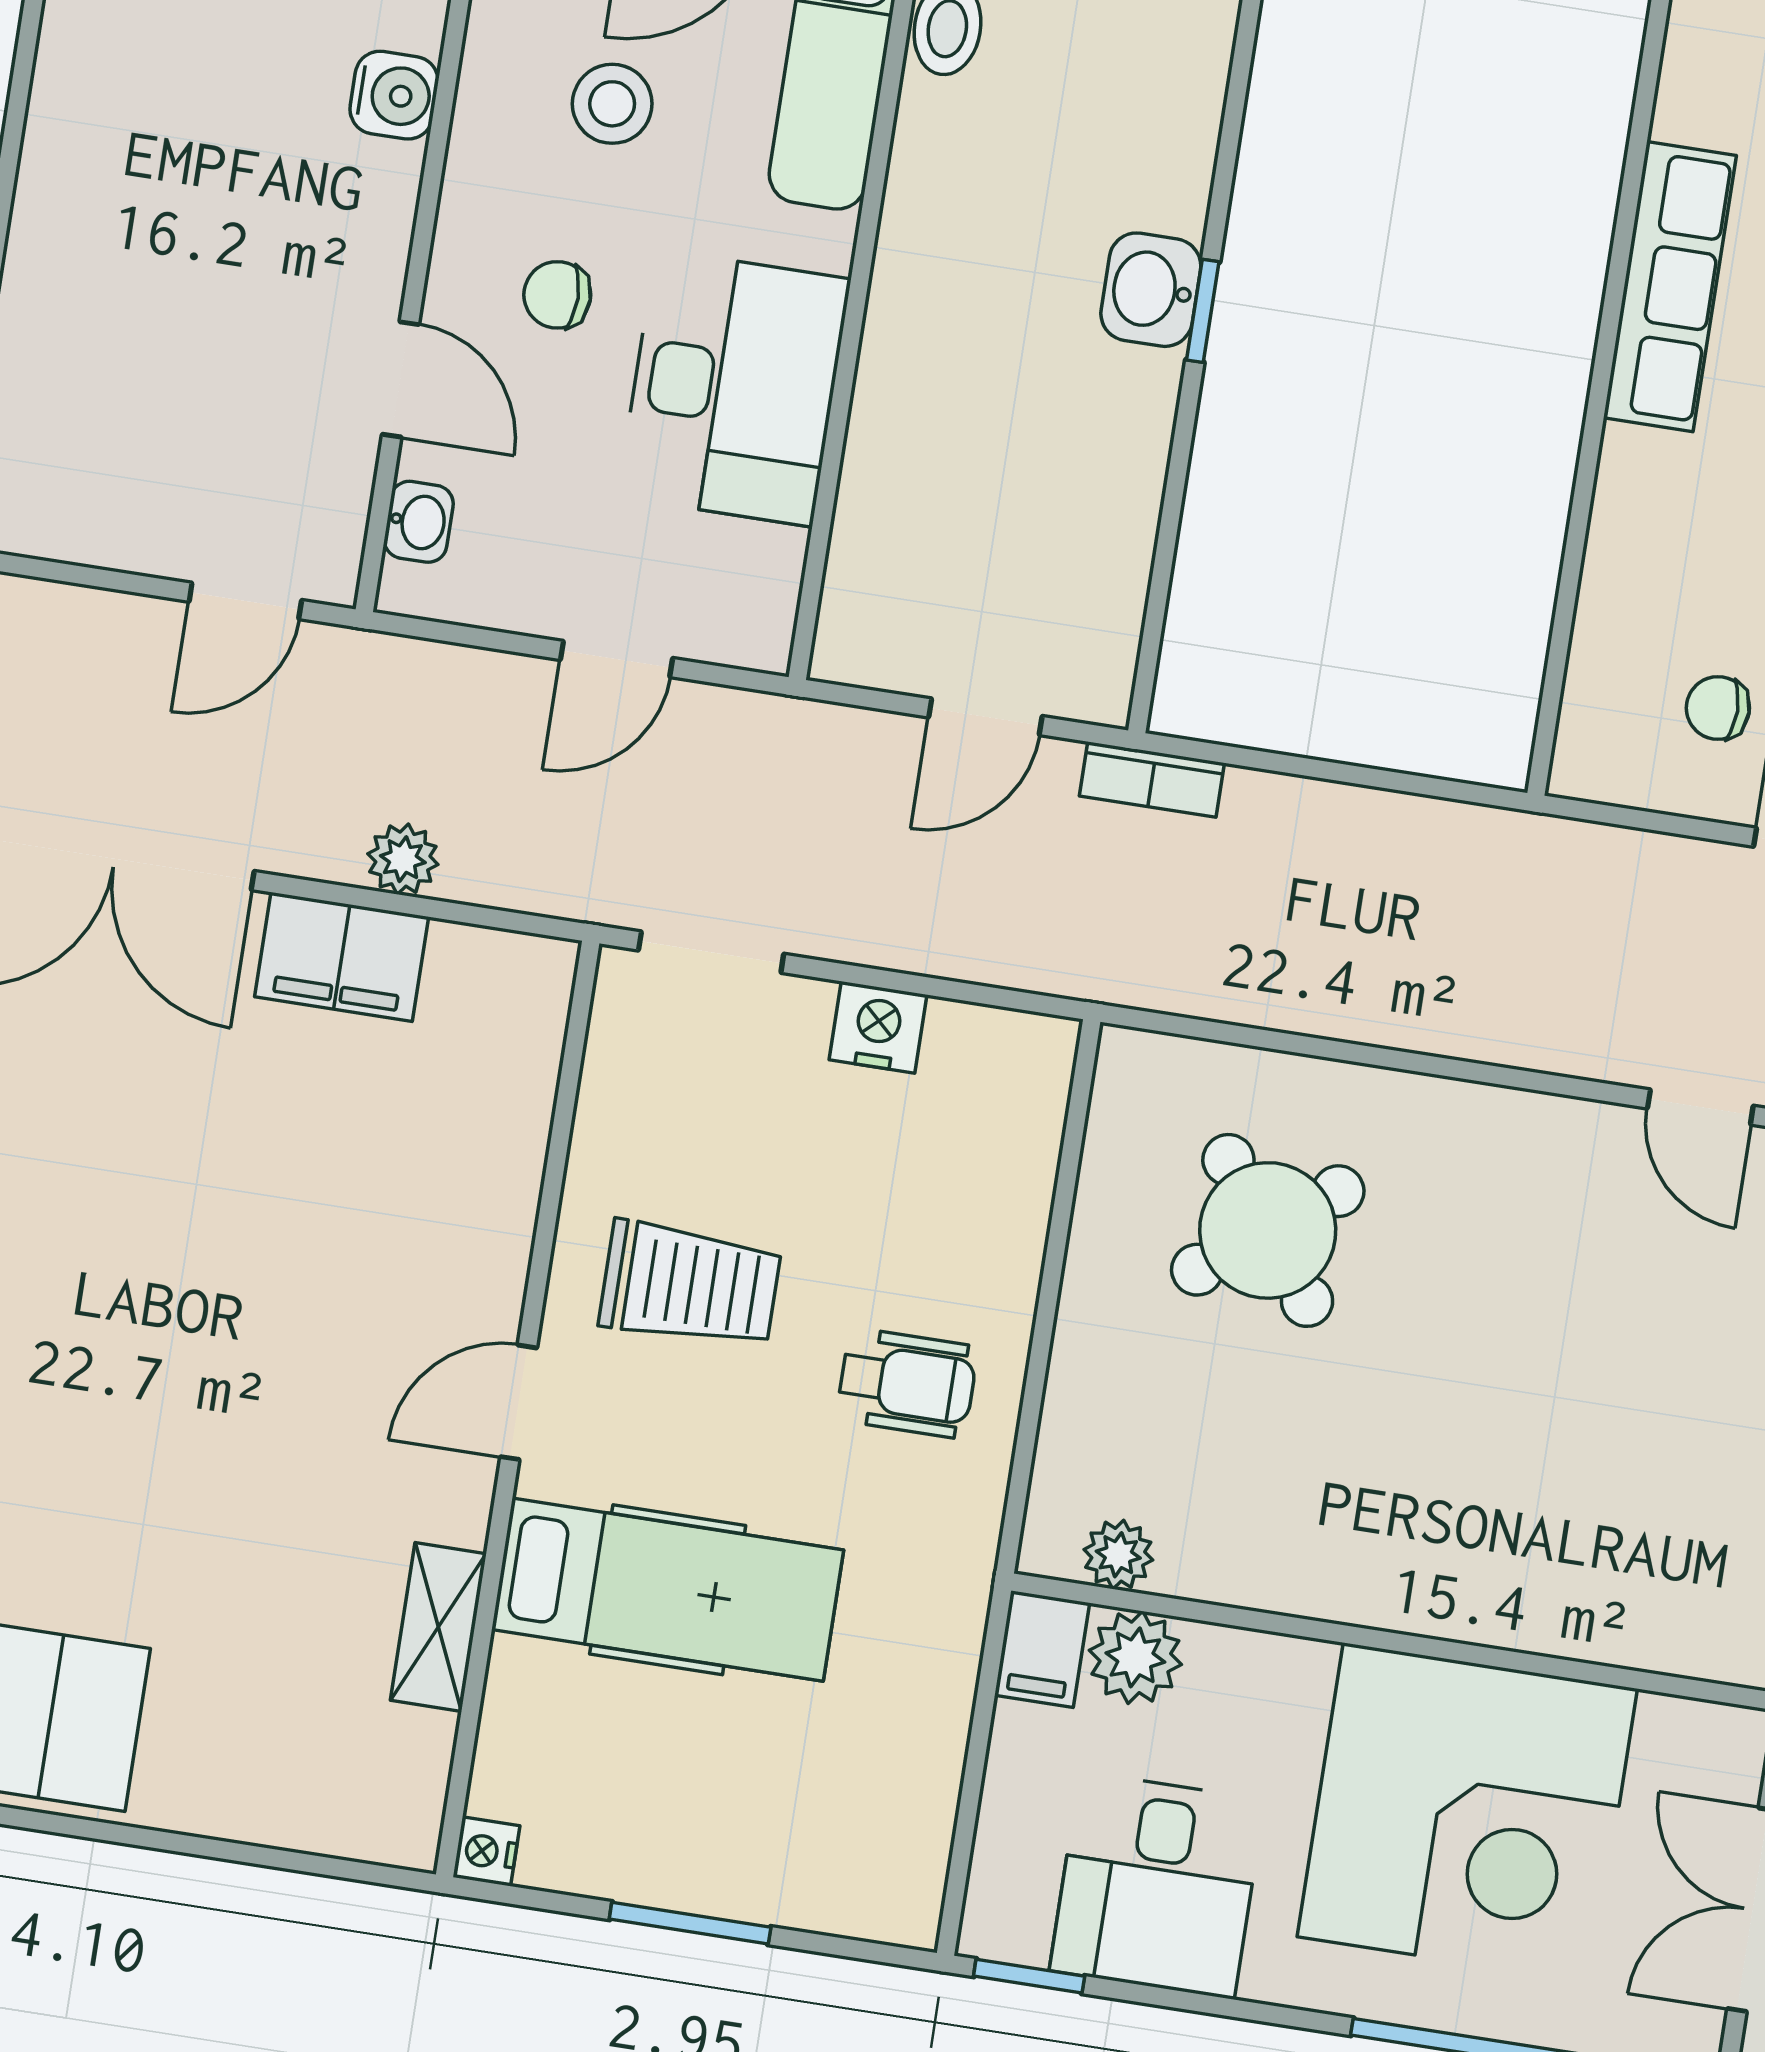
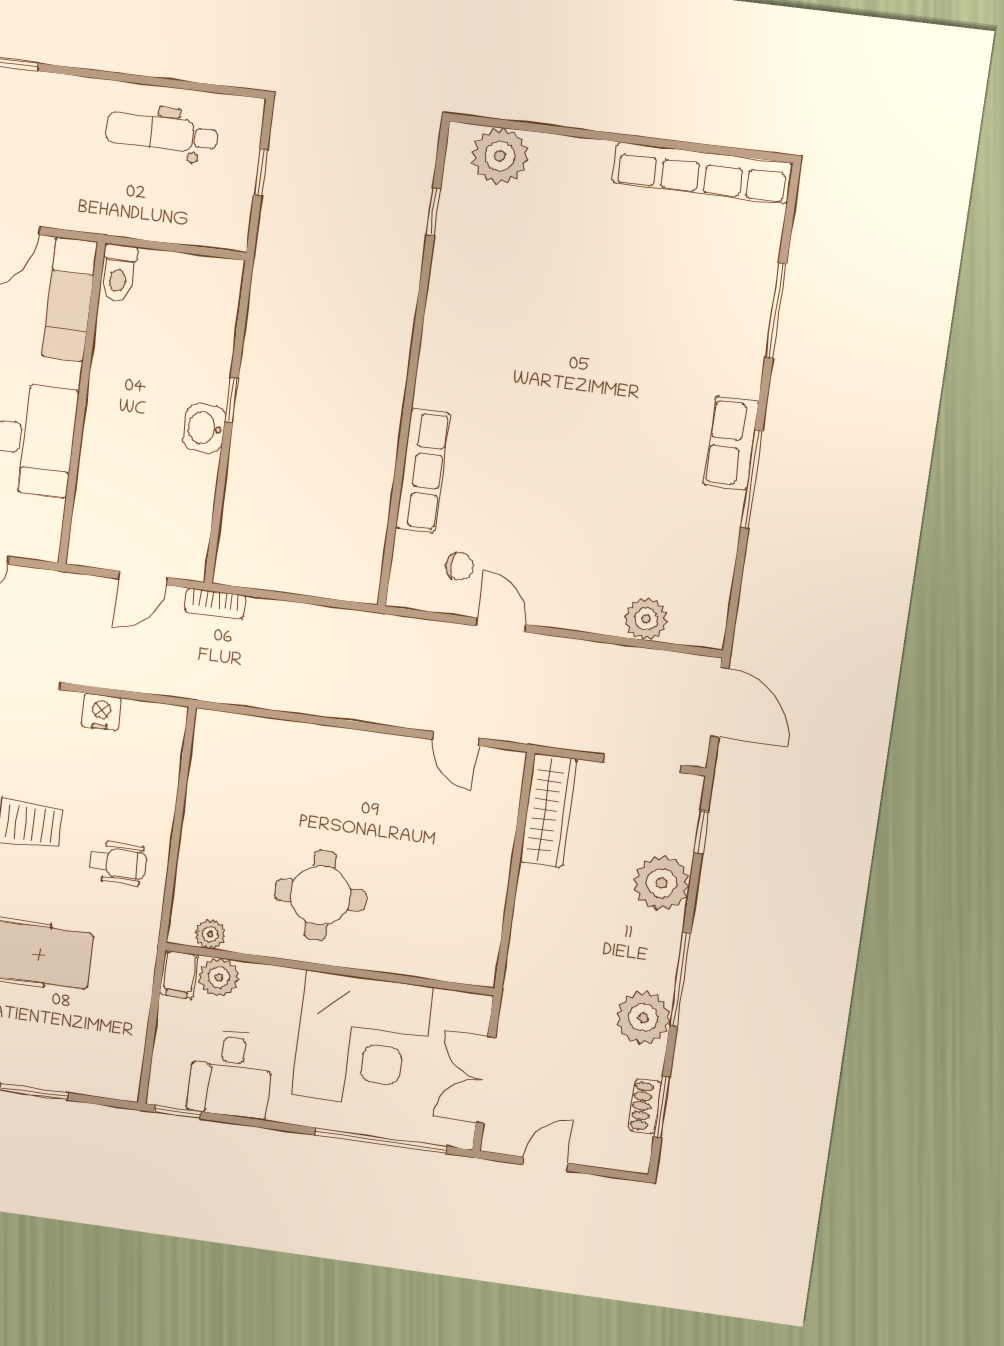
row of seats: (1670, 287) -> (423, 471), moved
washbasin: (1151, 290) -> (204, 428), moved
chair: (1718, 708) -> (459, 566), turned 180
round table: (1268, 1230) -> (320, 895), moved, turned 38

